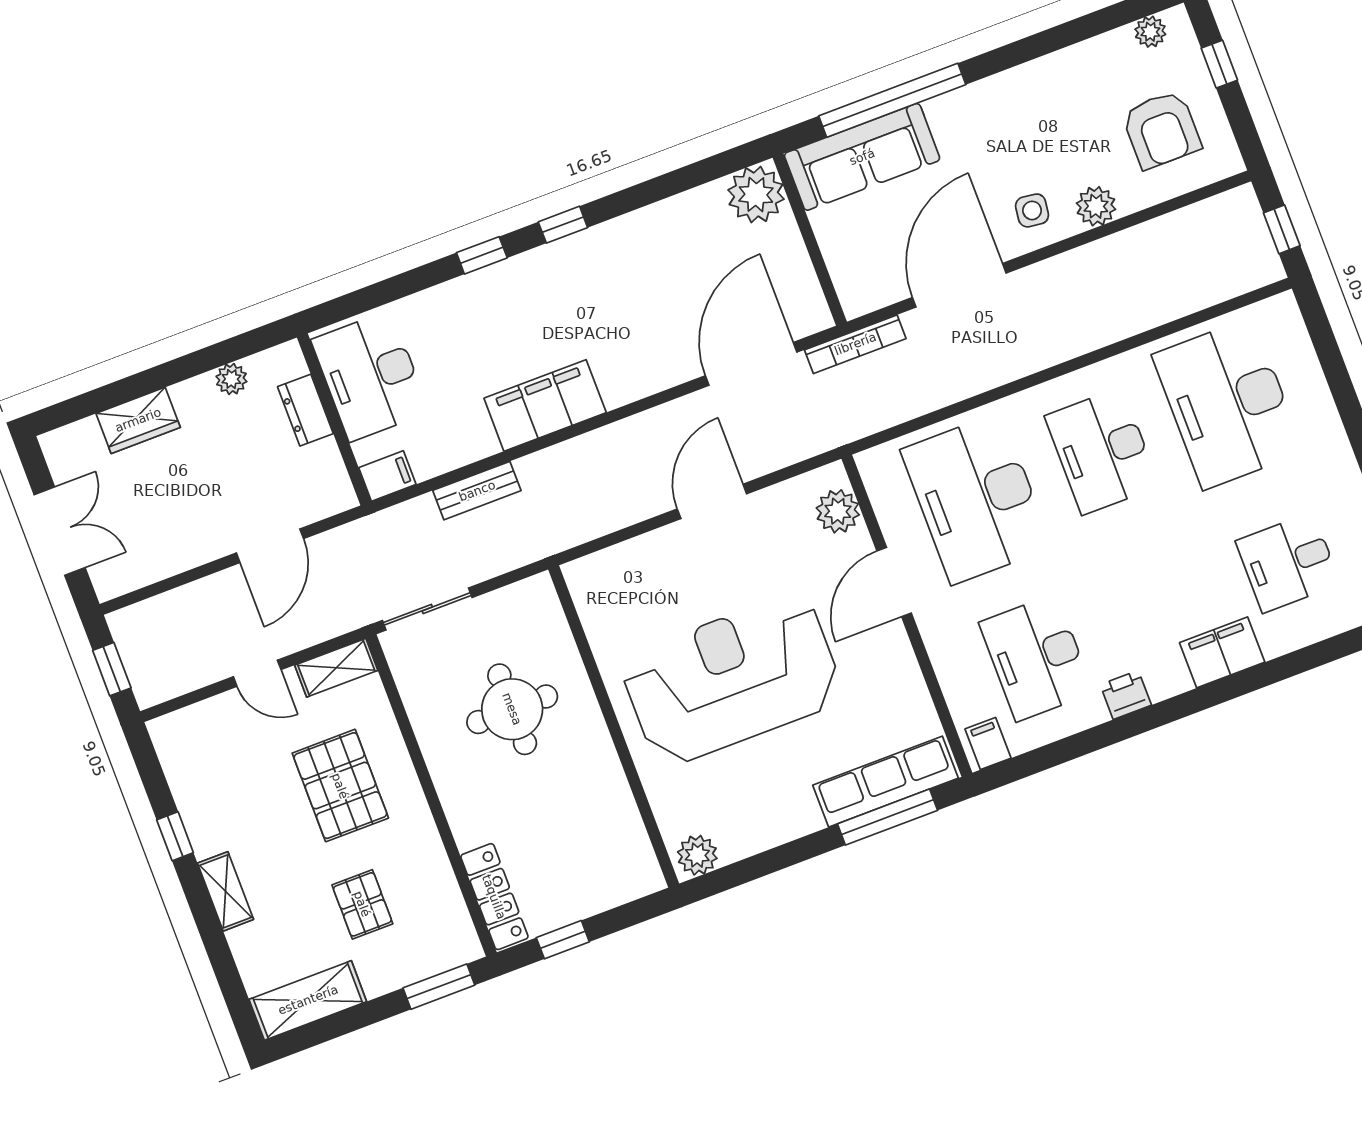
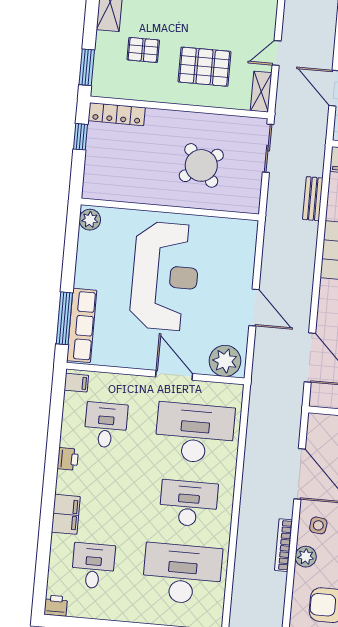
bookcase: (855, 344) -> (283, 545), moved
plant: (838, 511) -> (225, 361), width x1.36, depth x1.36
desk: (1036, 658) -> (106, 425), width x0.73
round table: (512, 709) -> (201, 165), turned -38

